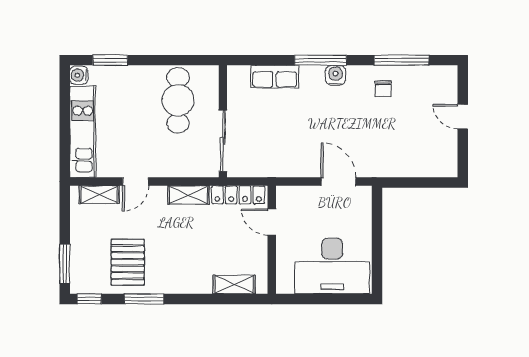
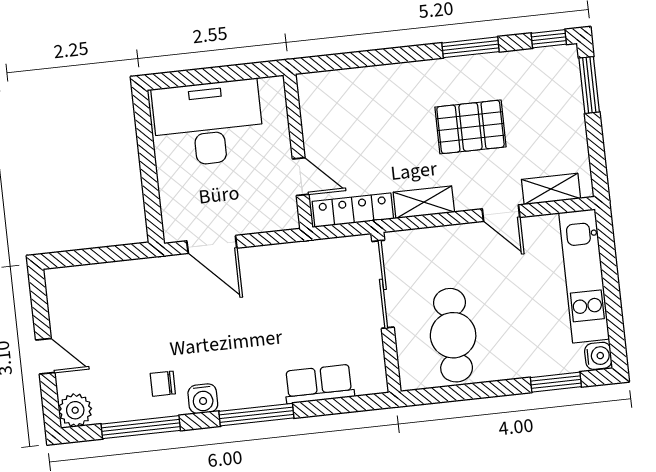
water cooler: (336, 75) -> (203, 399), moved
plant: (446, 77) -> (75, 410), added
chair: (383, 89) -> (163, 384), turned -90
door: (136, 182) -> (501, 213), swing flipped
pallet: (128, 262) -> (471, 127), moved, turned 90
shelving: (234, 284) -> (345, 82), removed

